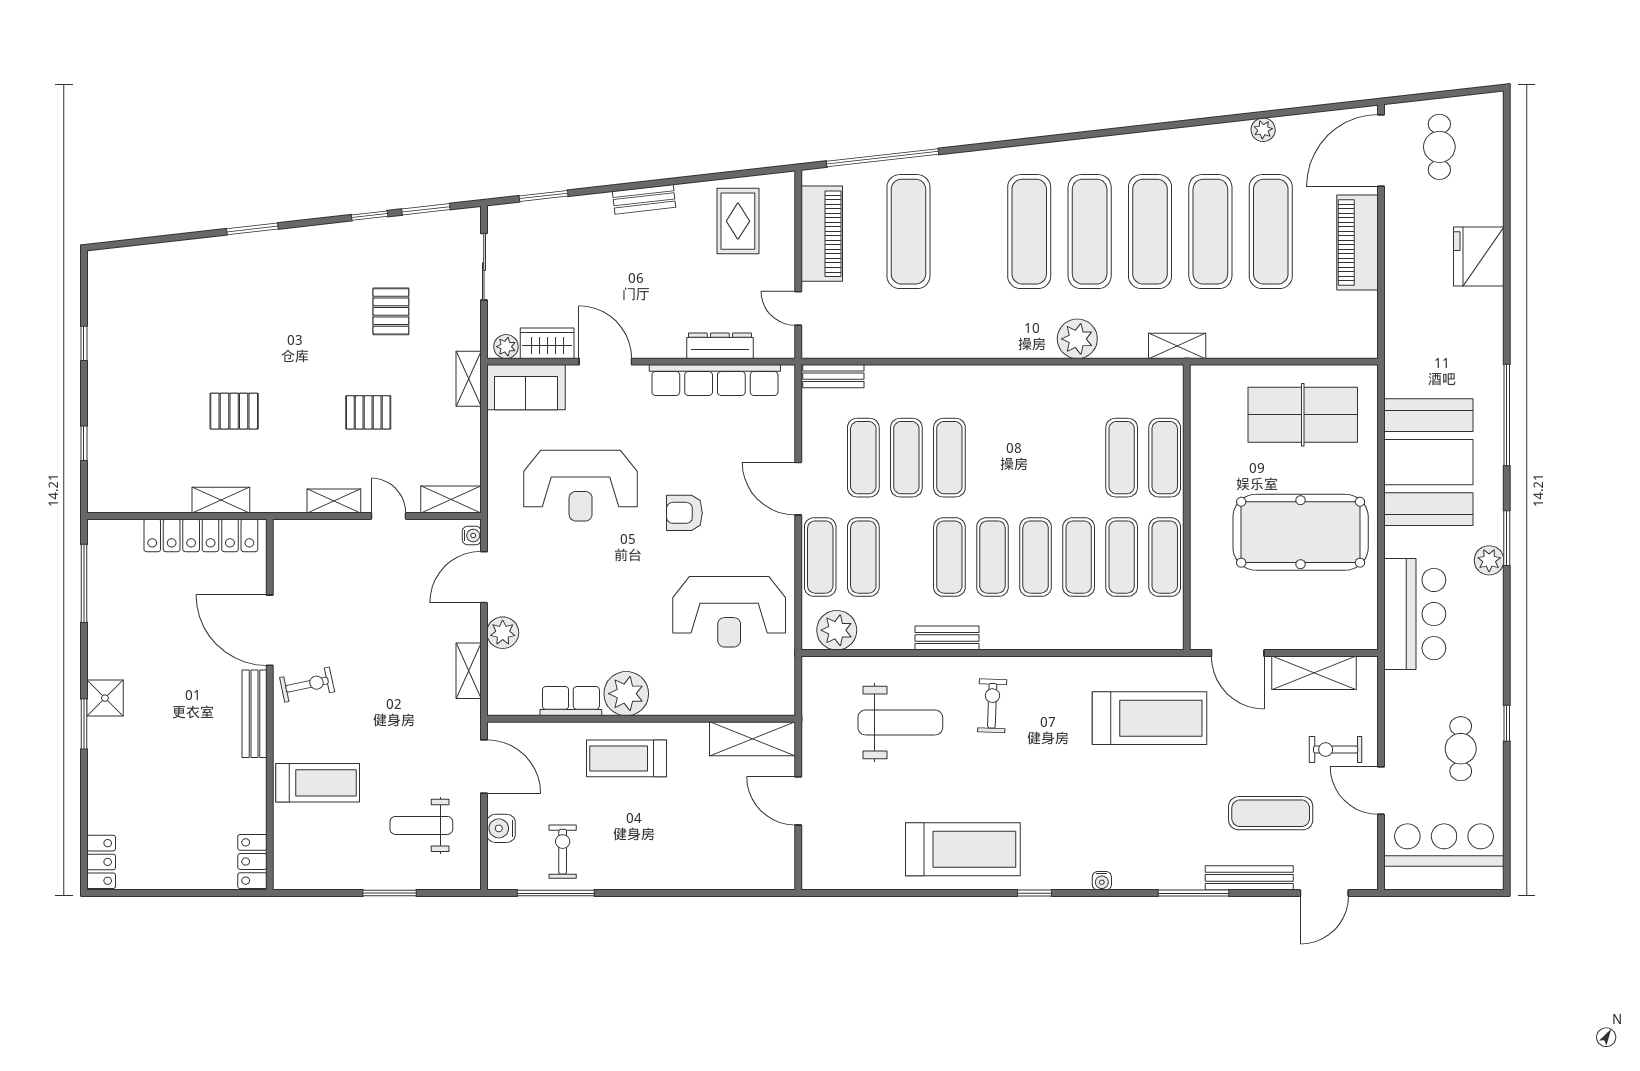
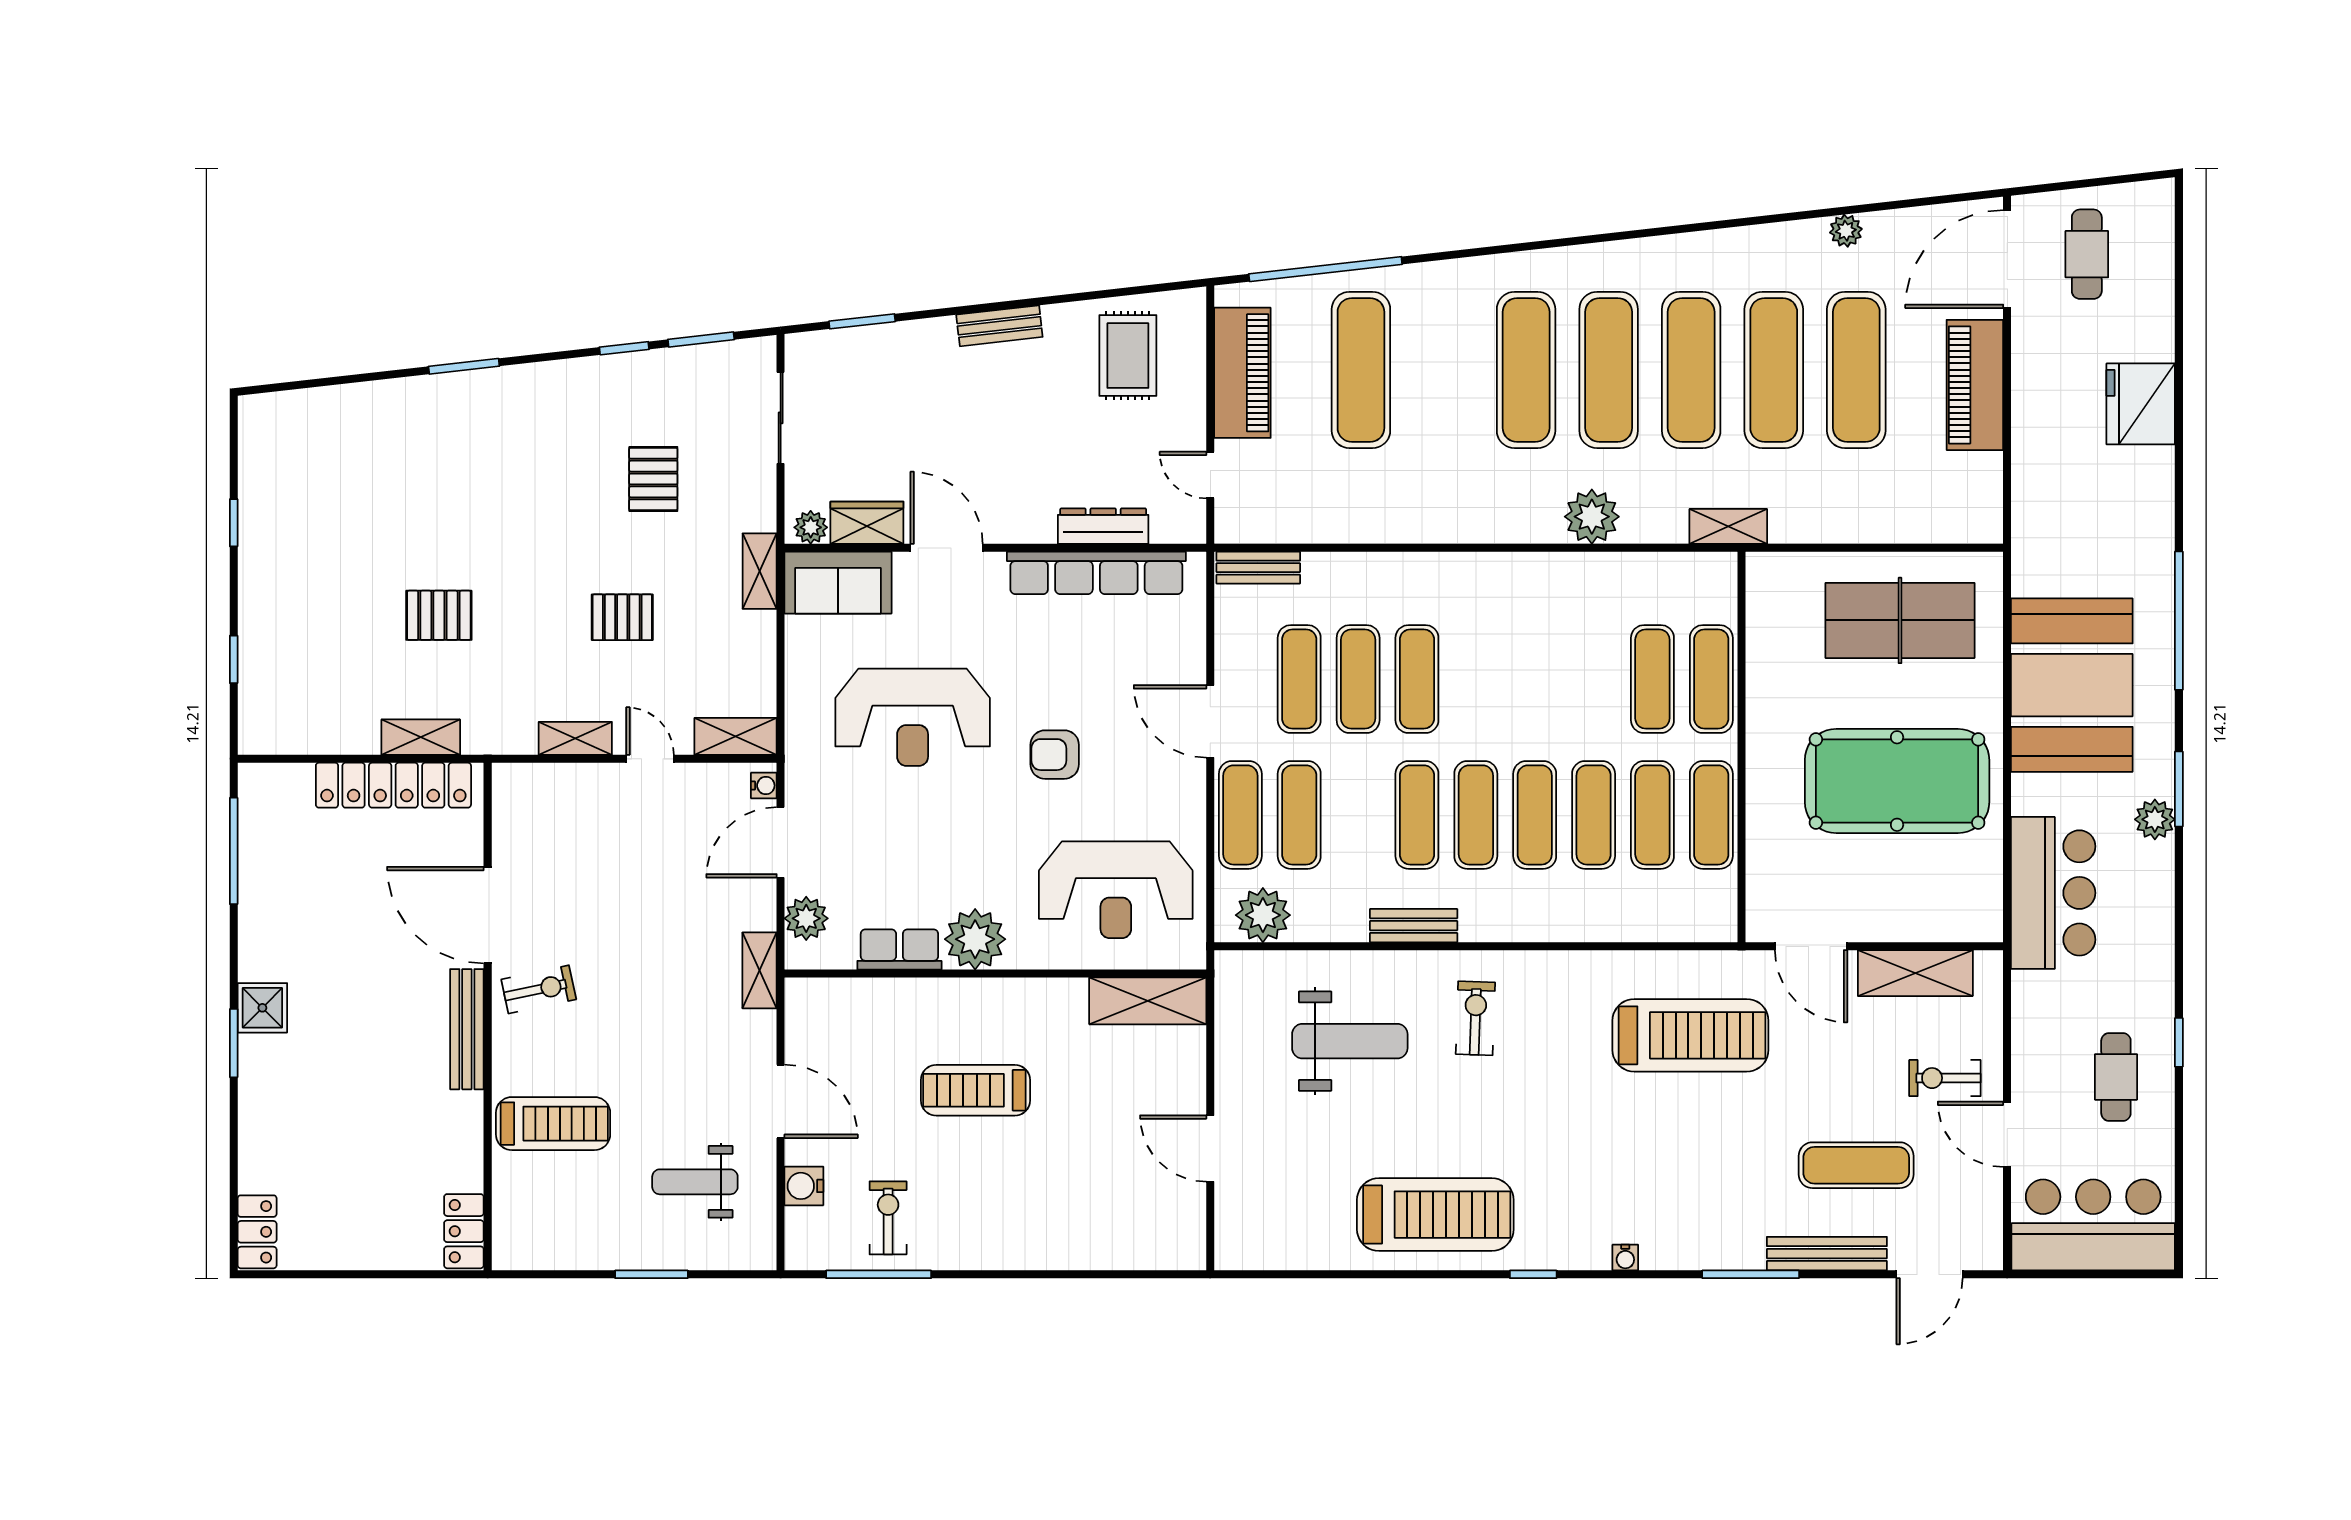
plant: (626, 694) -> (975, 939), moved
row of seats: (571, 701) -> (899, 949), moved
wall: (641, 719) -> (995, 974), moved
shelving: (753, 739) -> (1148, 1001), moved

